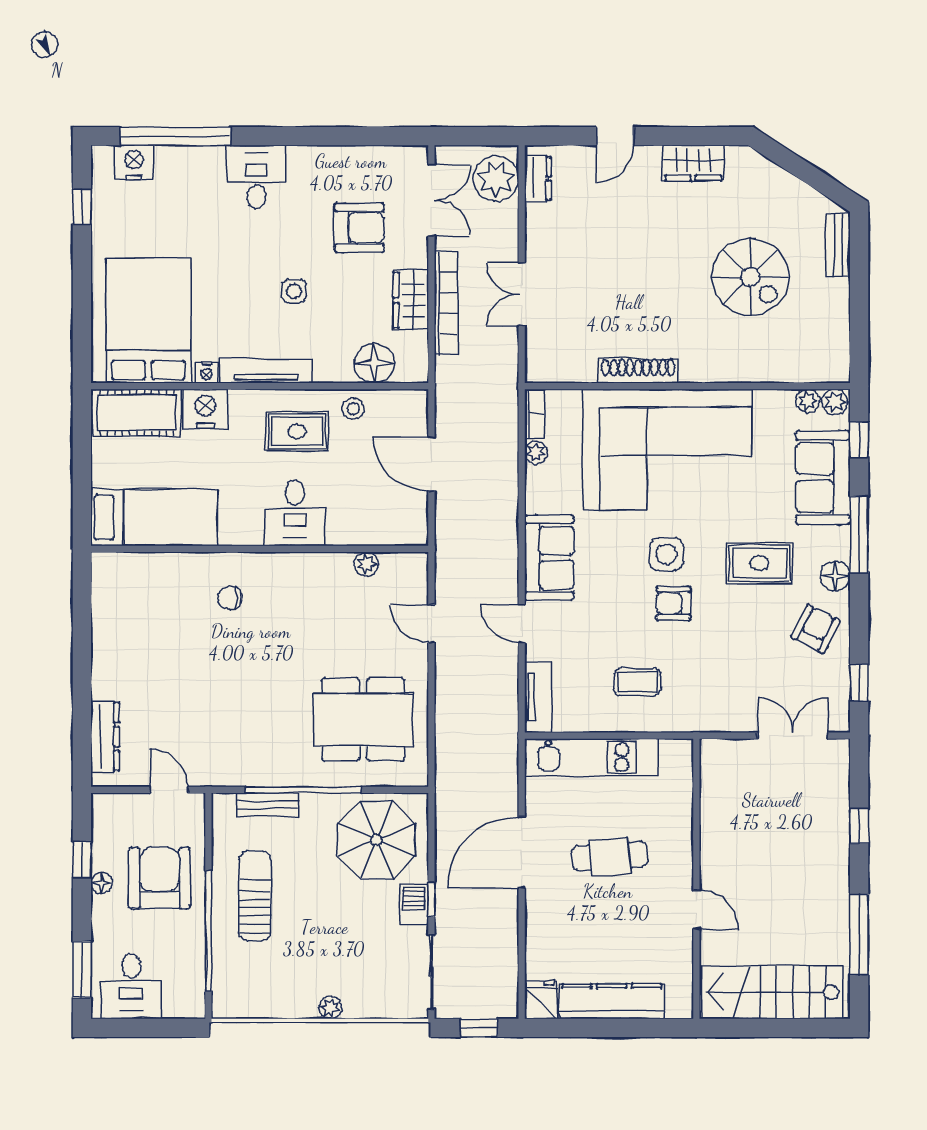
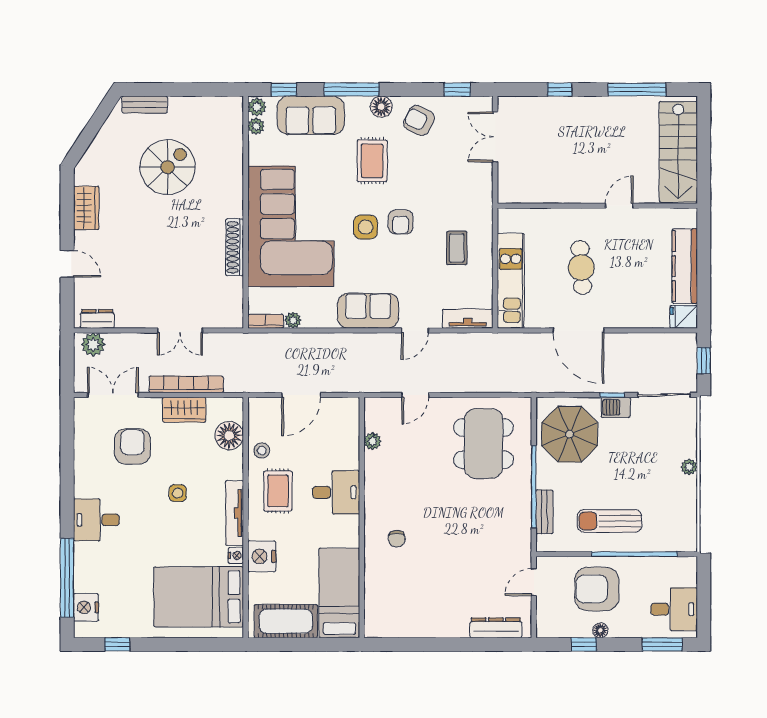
plant: (496, 179) -> (93, 344), width x0.73, depth x0.73
cot: (137, 413) -> (286, 621), moved, turned 90

